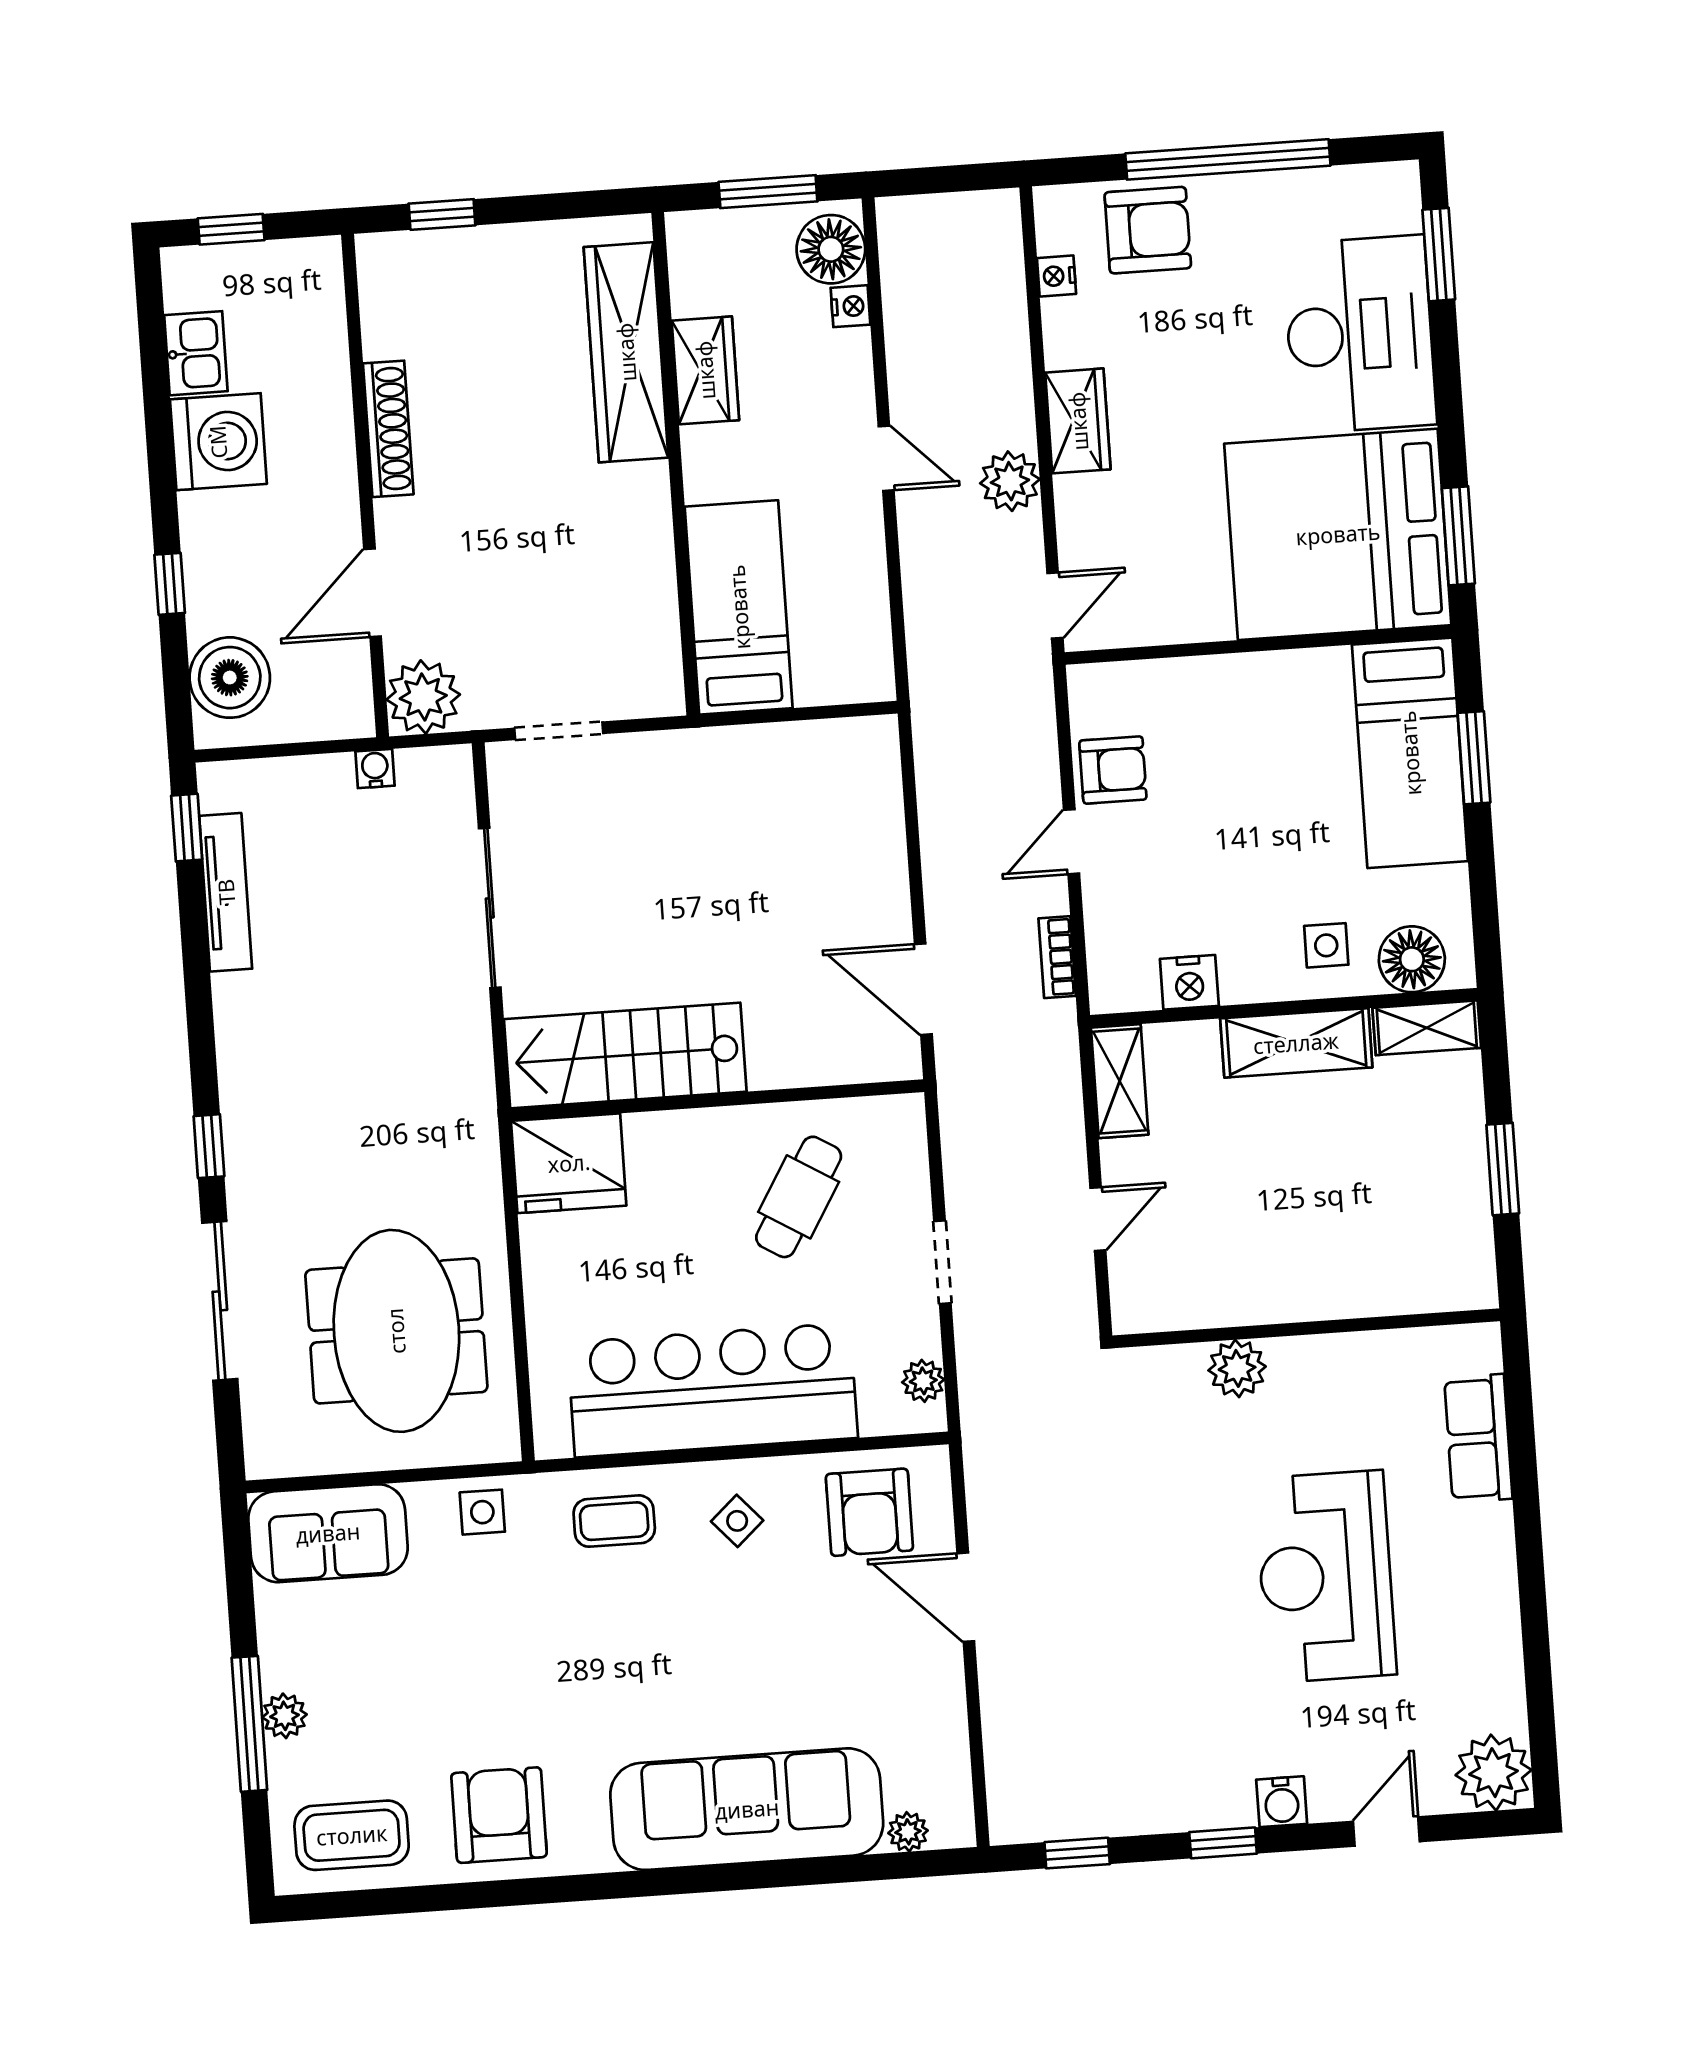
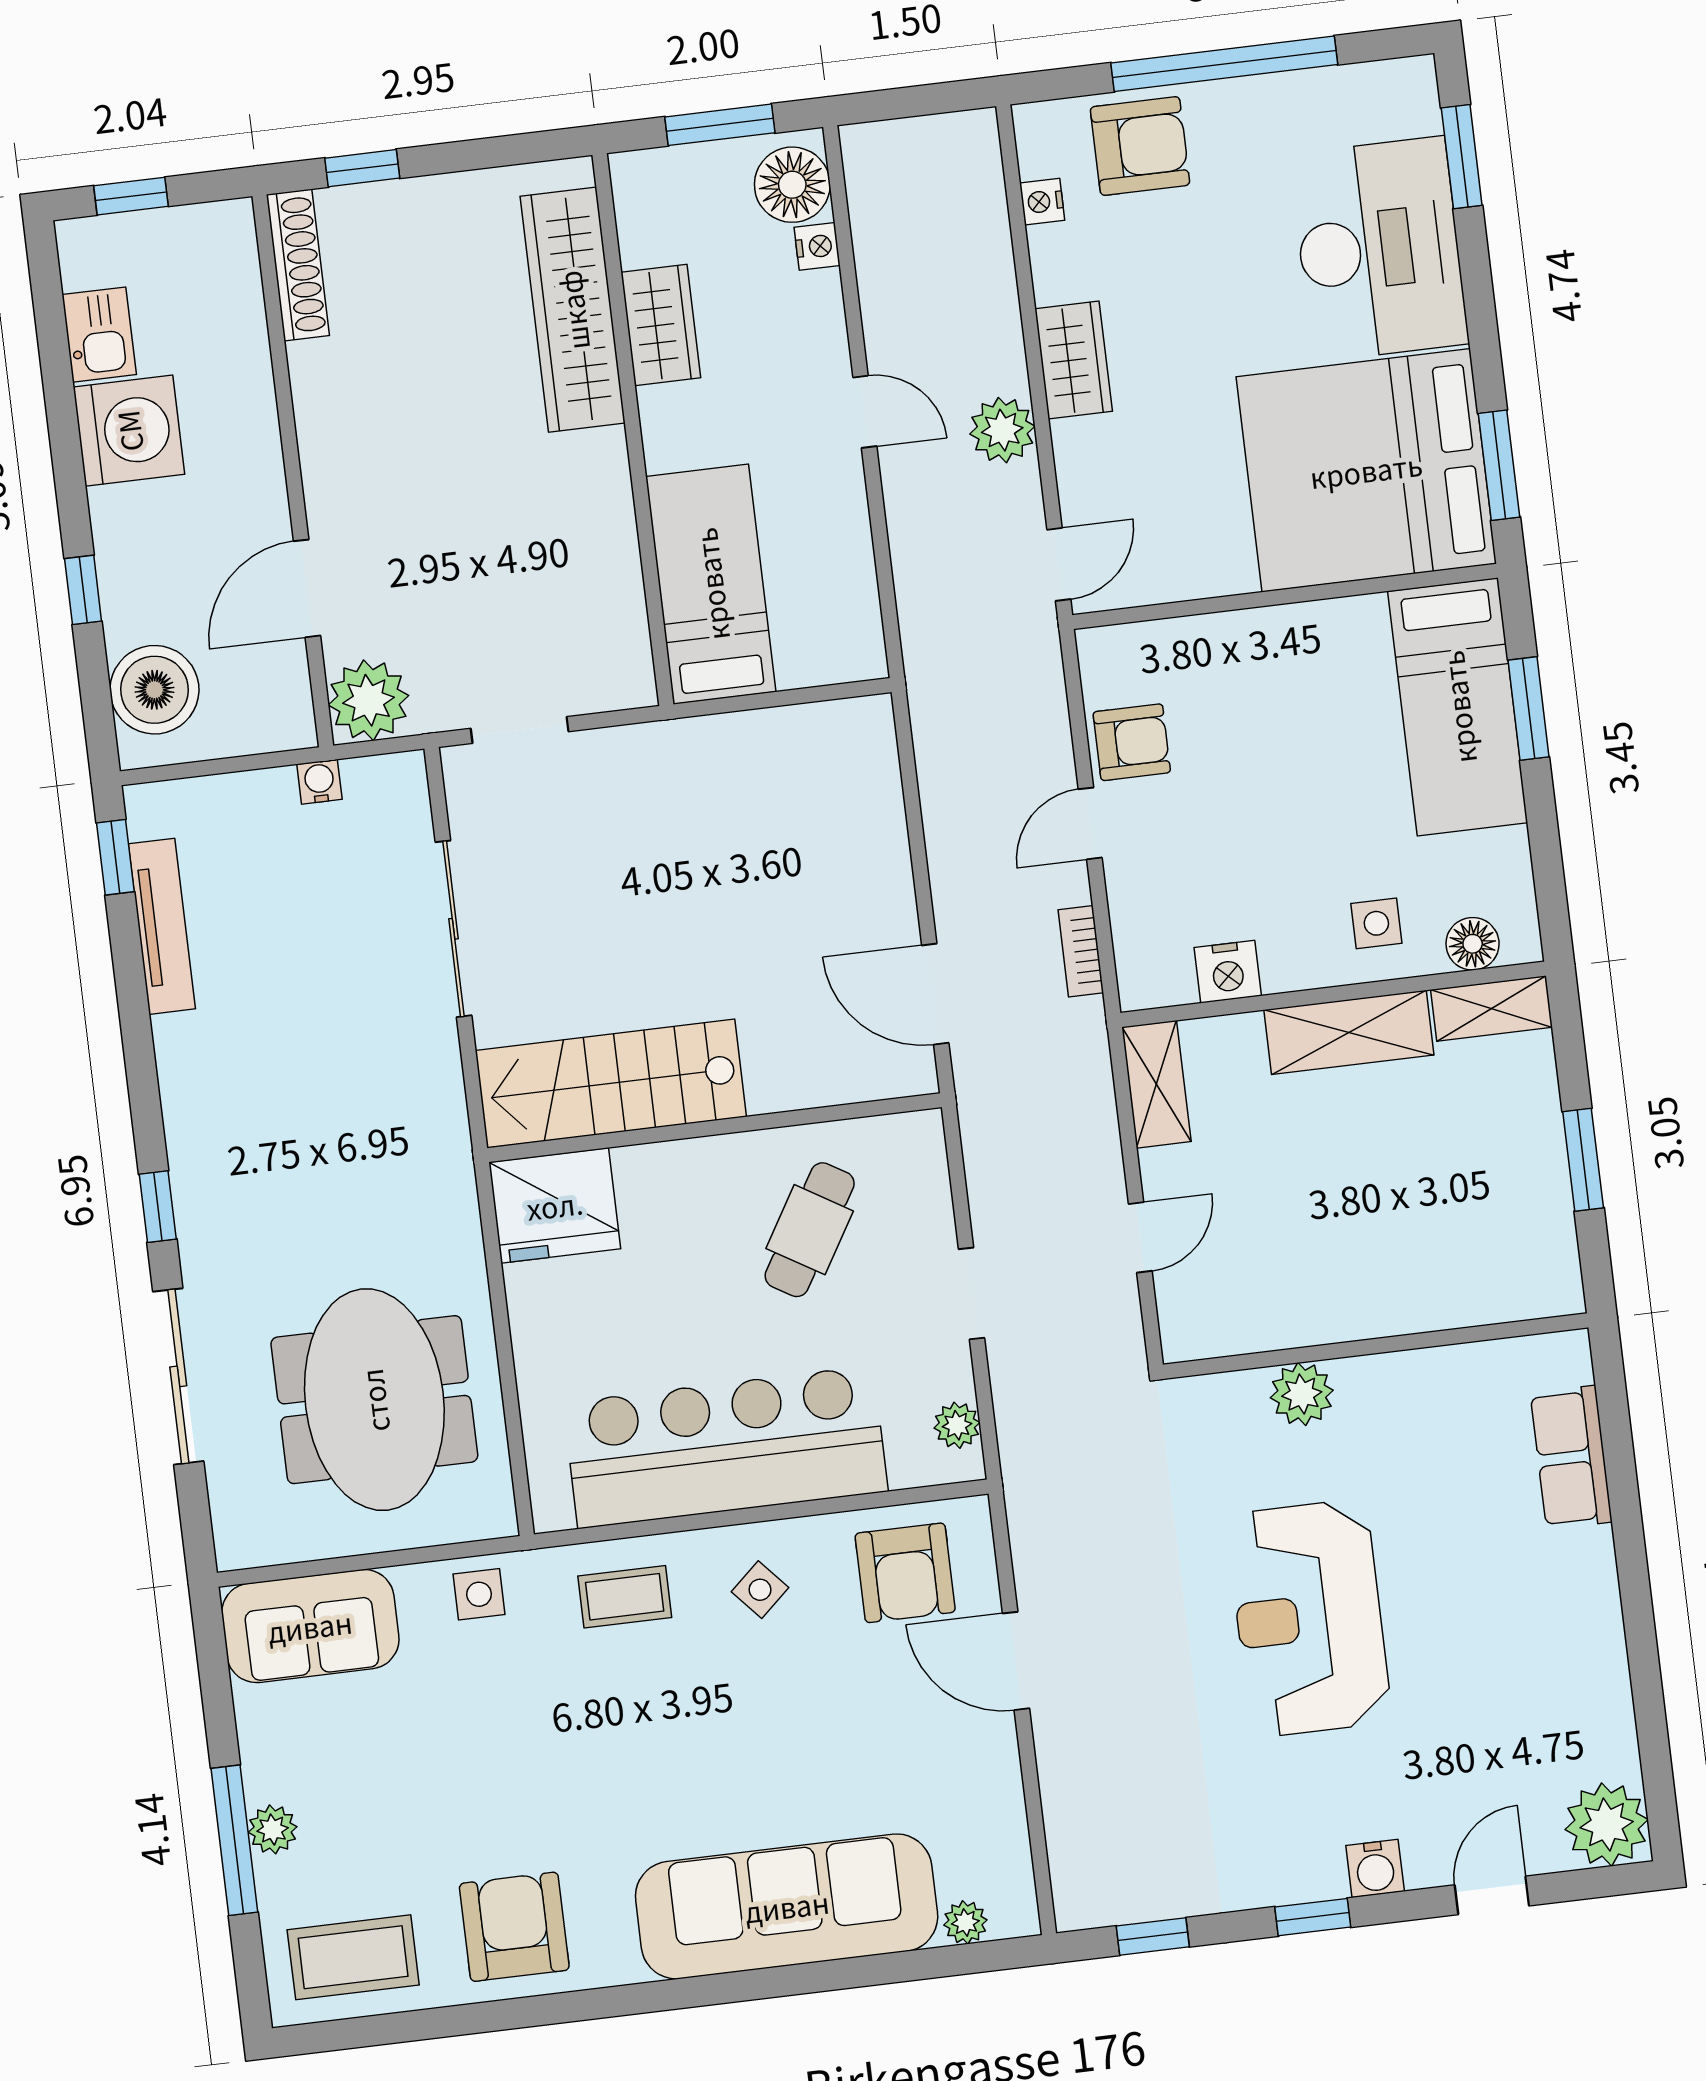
shoe rack: (388, 429) -> (298, 265), moved
floor lamp: (1412, 959) -> (1473, 944), width x0.73, depth x0.73
reception desk: (1326, 1577) -> (1309, 1618), moved

